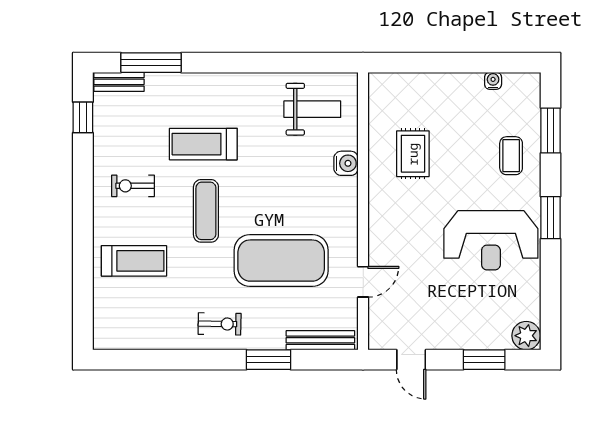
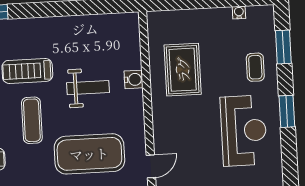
weight bench: (312, 109) -> (88, 88), moved
rug: (413, 154) -> (183, 70), width x1.36, depth x1.43
reception desk: (491, 240) -> (244, 131), turned -90

